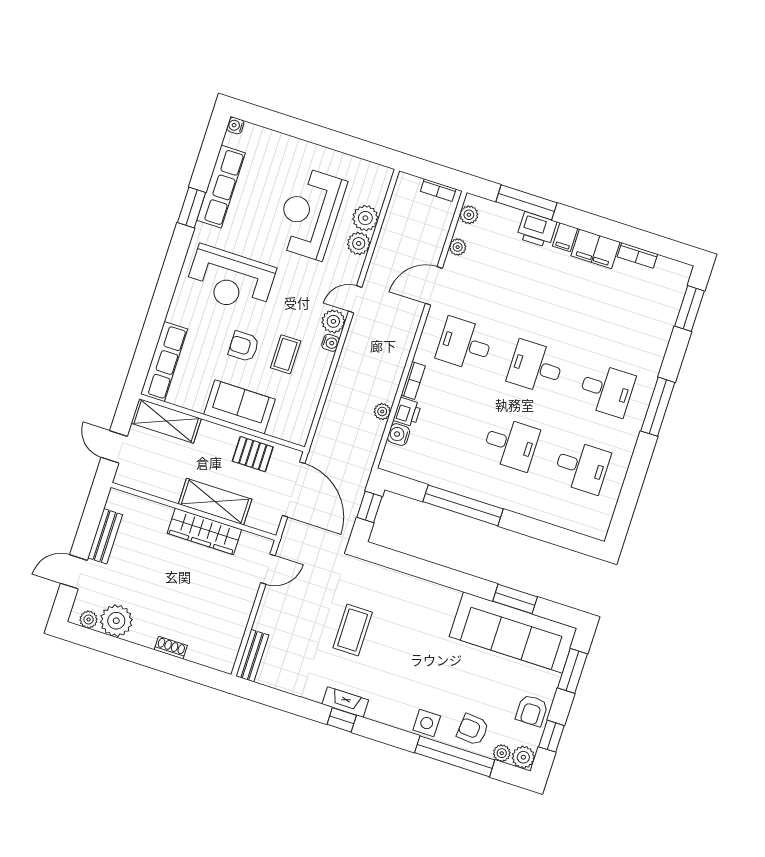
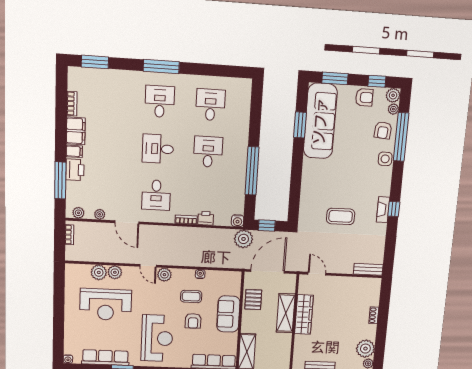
water cooler: (331, 343) -> (200, 274), moved
desk: (536, 367) -> (158, 149), turned 90
plant: (382, 411) -> (243, 239), moved, width x1.88, depth x1.88
water cooler: (399, 435) -> (238, 221), moved

